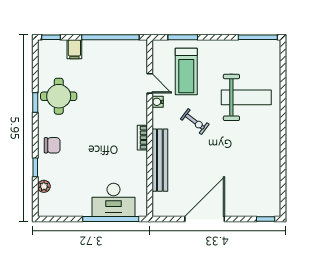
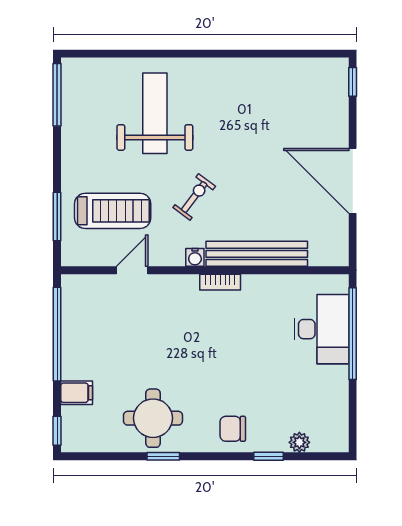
water cooler: (158, 102) -> (195, 257), moved
chair: (52, 145) -> (233, 429), turned -90

